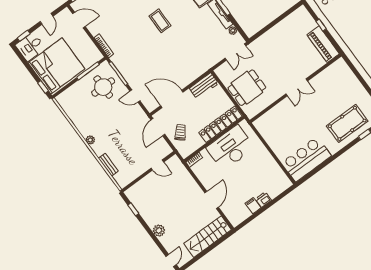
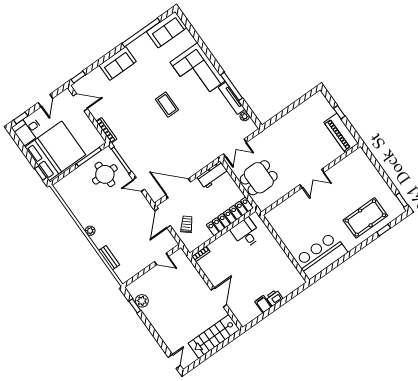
double door: (235, 52) -> (235, 148), moved
desk: (230, 148) -> (246, 233), width x0.53, depth x0.77
plant: (159, 231) -> (142, 301), moved

